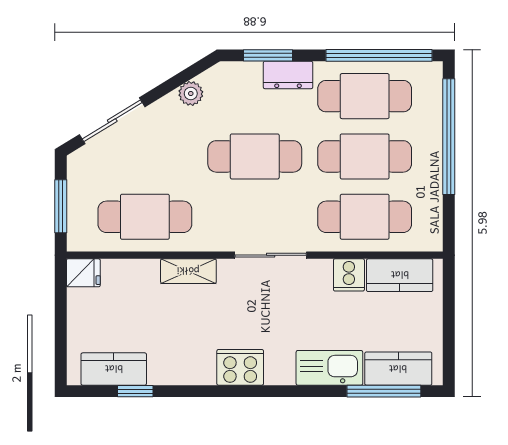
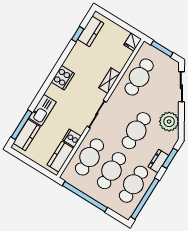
plant: (191, 94) -> (169, 122), width x1.87, depth x1.87
window: (449, 137) -> (85, 197), moved

